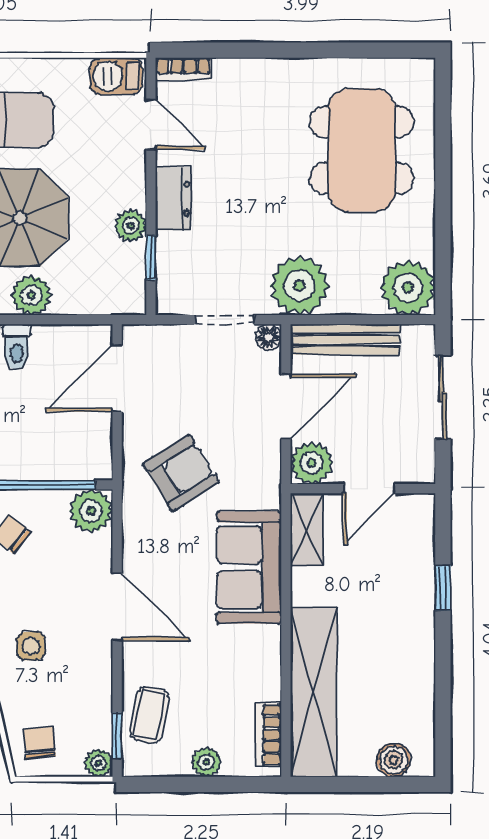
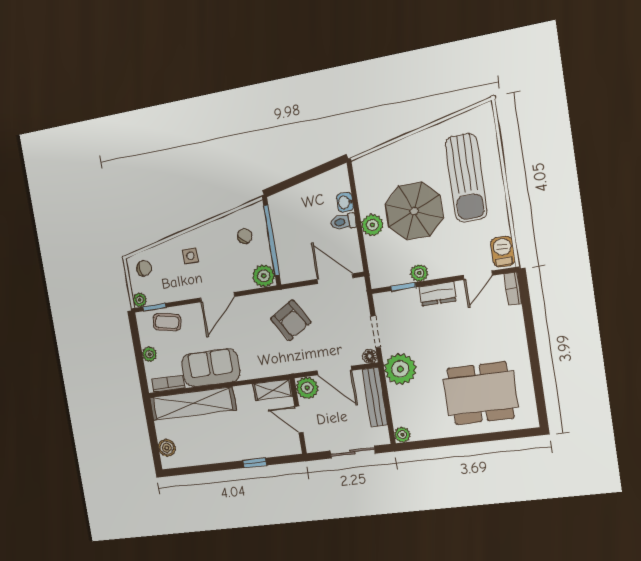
plant: (408, 288) -> (402, 435), width x0.53, depth x0.53
sofa: (249, 567) -> (211, 368), moved

